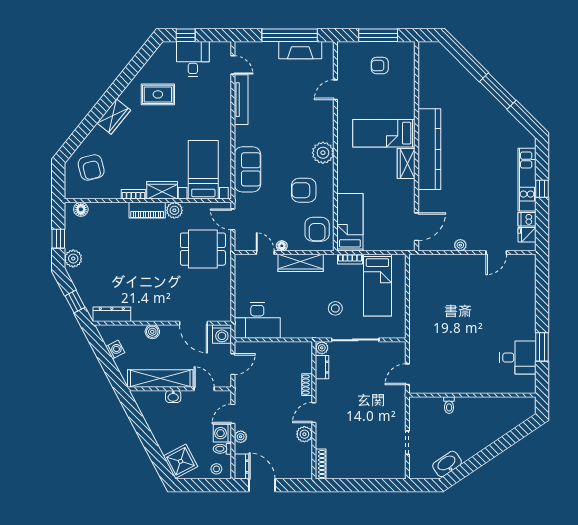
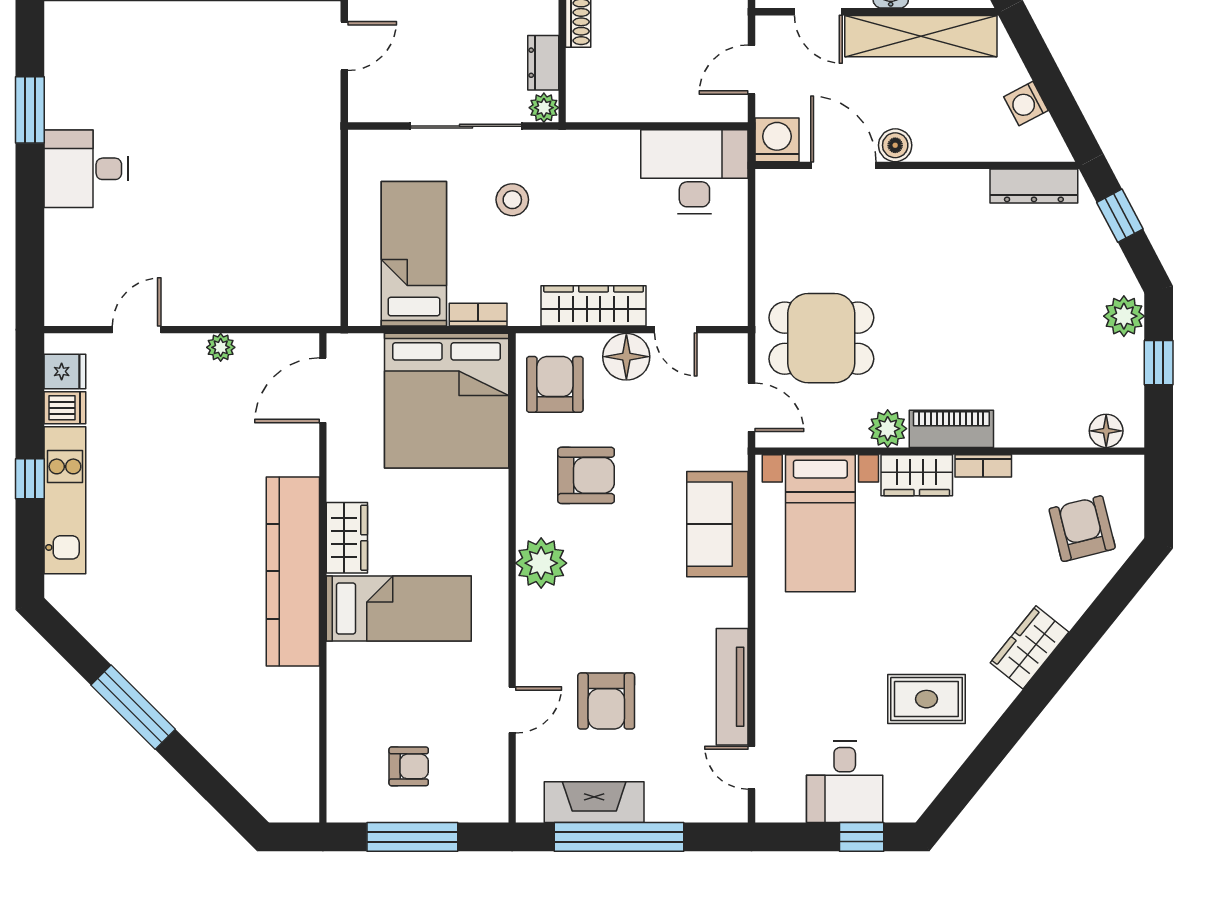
armchair: (295, 94) -> (606, 701), added
bed: (350, 222) -> (447, 401), width x2.04
floor lamp: (282, 246) -> (626, 357), width x1.89, depth x1.89
boiler: (152, 332) -> (895, 145), moved
desk: (518, 358) -> (86, 169), moved

